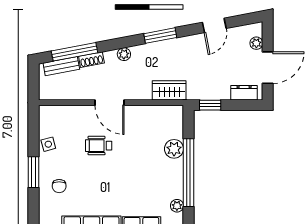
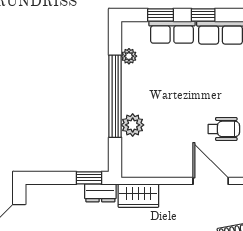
dresser: (244, 93) -> (100, 193), moved

